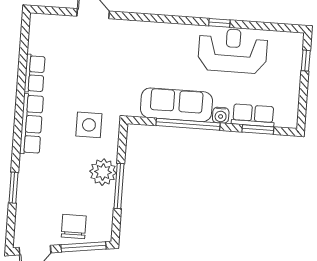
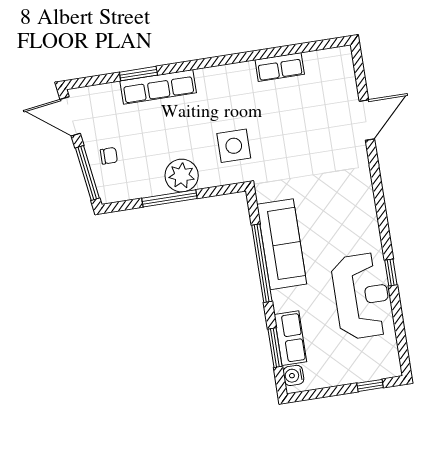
water cooler: (221, 115) -> (293, 375), moved
row of seats: (32, 124) -> (158, 87), moved
chair: (74, 227) -> (109, 156), width x0.54, depth x0.54

